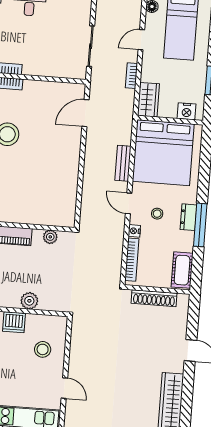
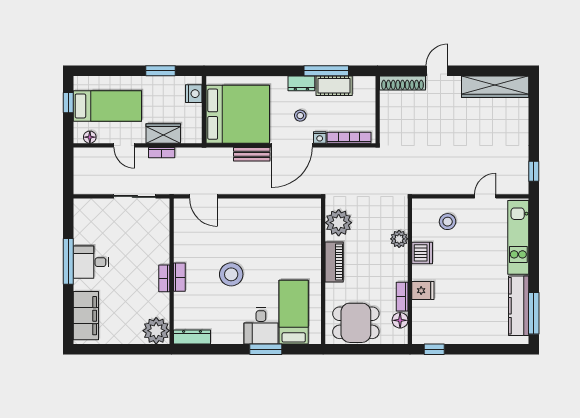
wardrobe: (148, 100) -> (163, 133), moved
door: (129, 203) -> (292, 145), width x1.88
window: (200, 225) -> (326, 71), moved
plant: (50, 237) -> (339, 223), width x1.88, depth x1.88
cot: (182, 270) -> (334, 86), moved
shoe rack: (154, 298) -> (403, 83), moved, turned 90

